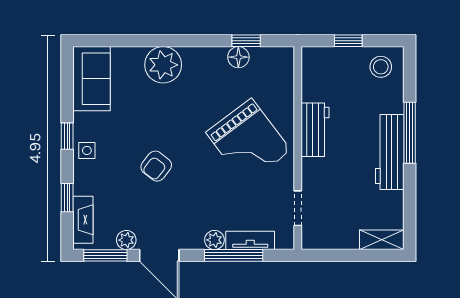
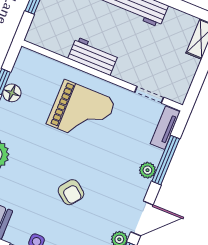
grand piano: (248, 141) -> (81, 112), turned 37
tv unit: (250, 240) -> (165, 128), moved

